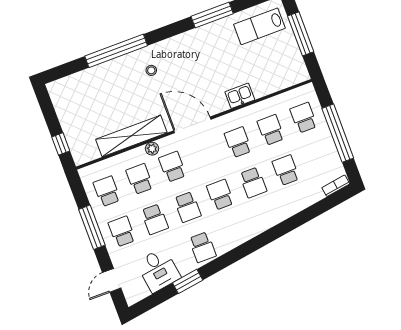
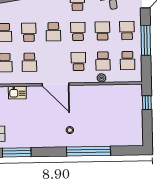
shelving: (131, 136) -> (98, 91), removed
plant: (152, 149) -> (101, 78), moved
school desk: (172, 167) -> (78, 61), turned 180
school desk: (122, 232) -> (127, 31), turned 180

